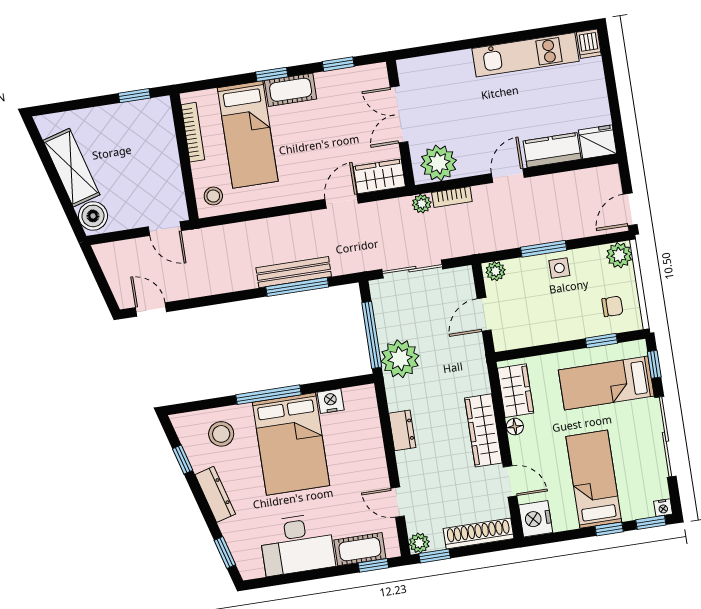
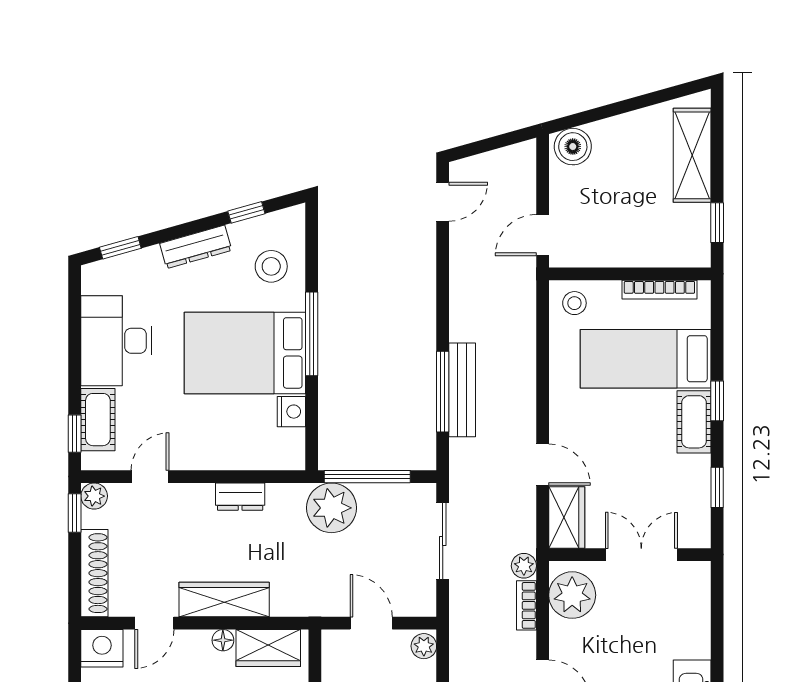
shelving: (71, 168) -> (692, 155), moved, turned -74

